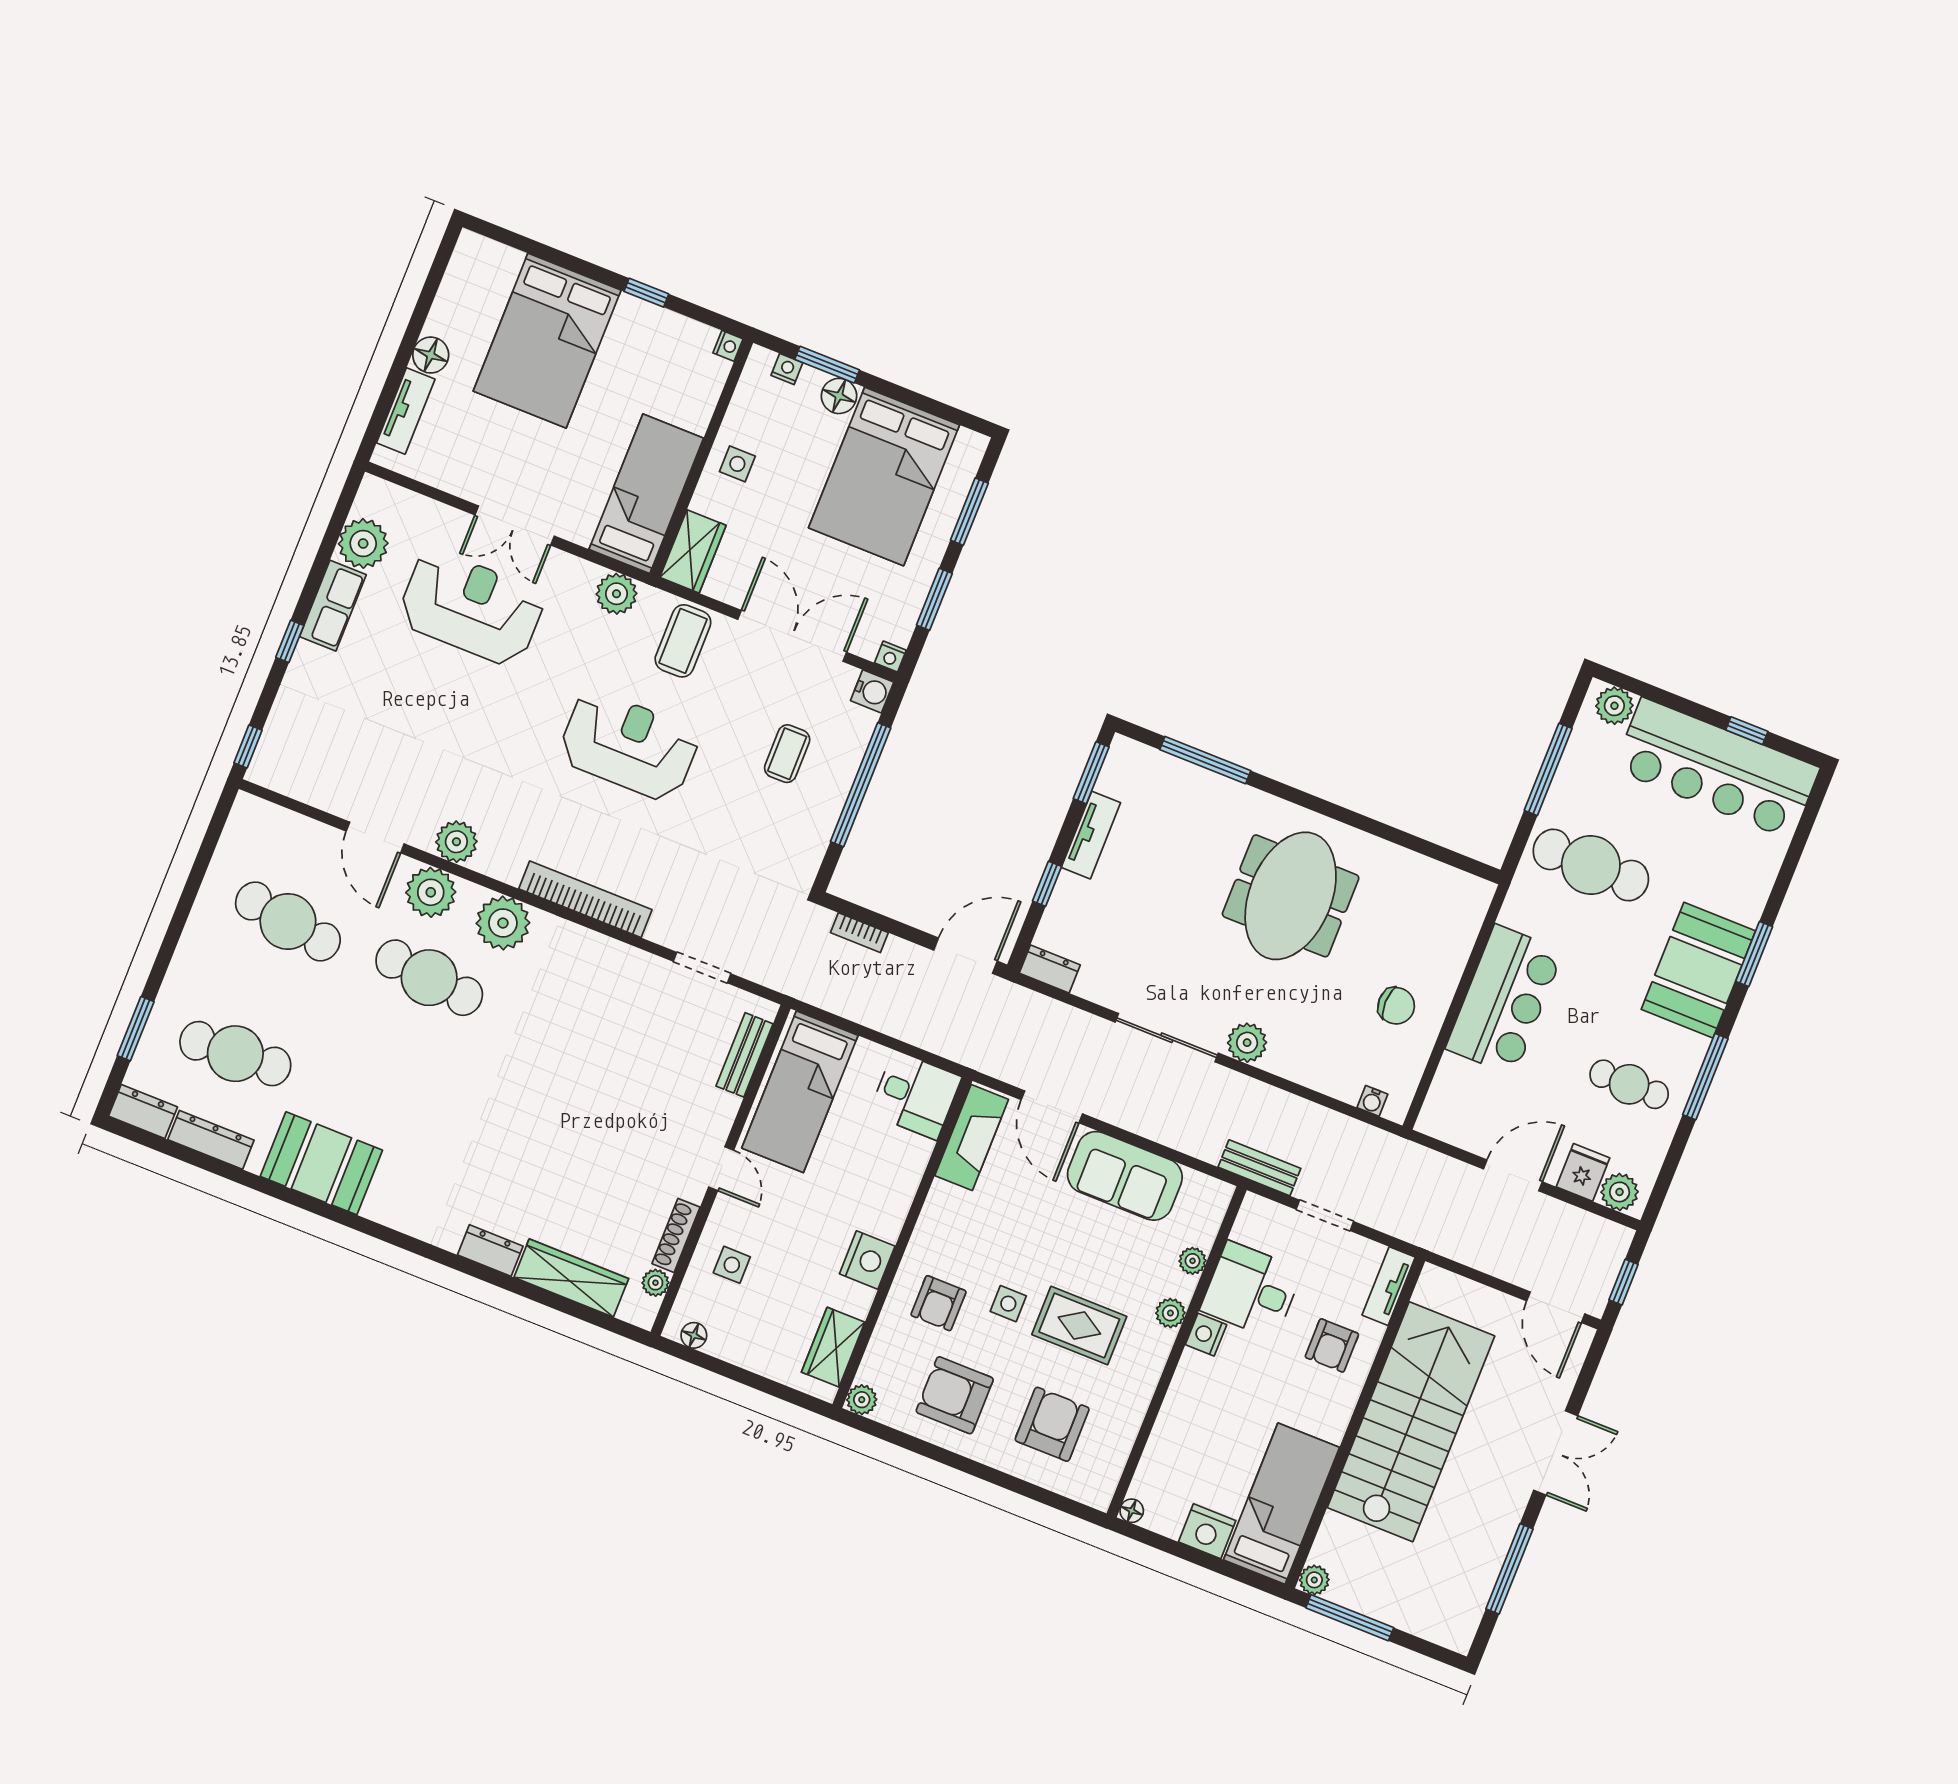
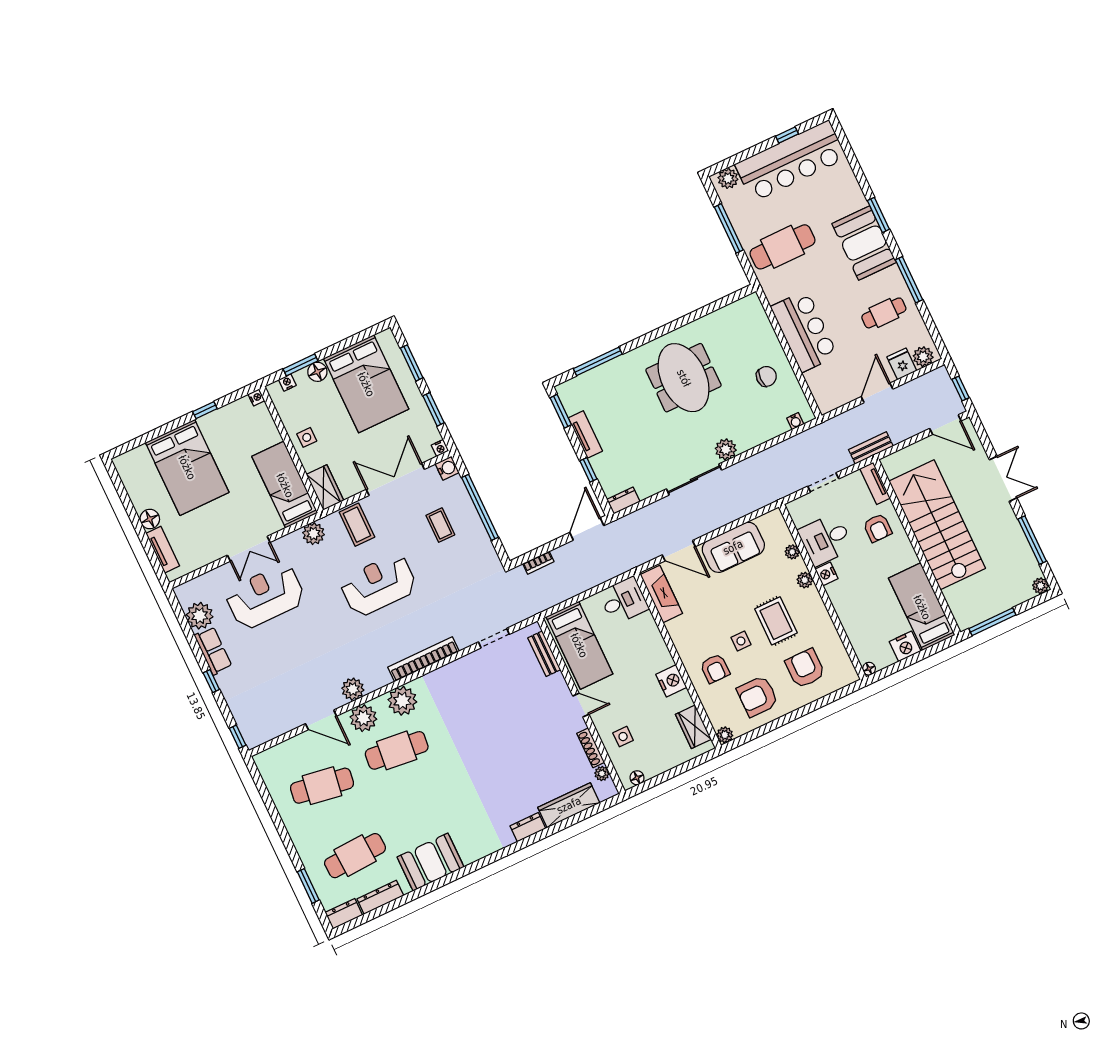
bench: (1259, 1168) -> (871, 448), moved
rug: (1079, 1325) -> (776, 621), turned 90
plant: (1314, 1580) -> (1040, 586), moved

